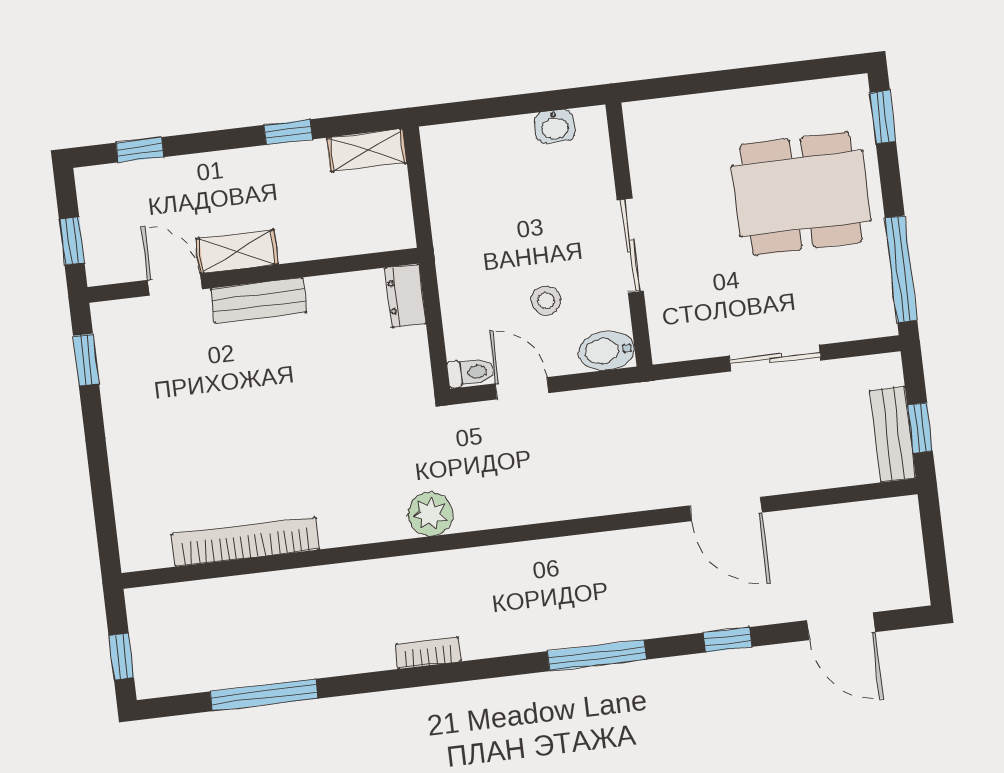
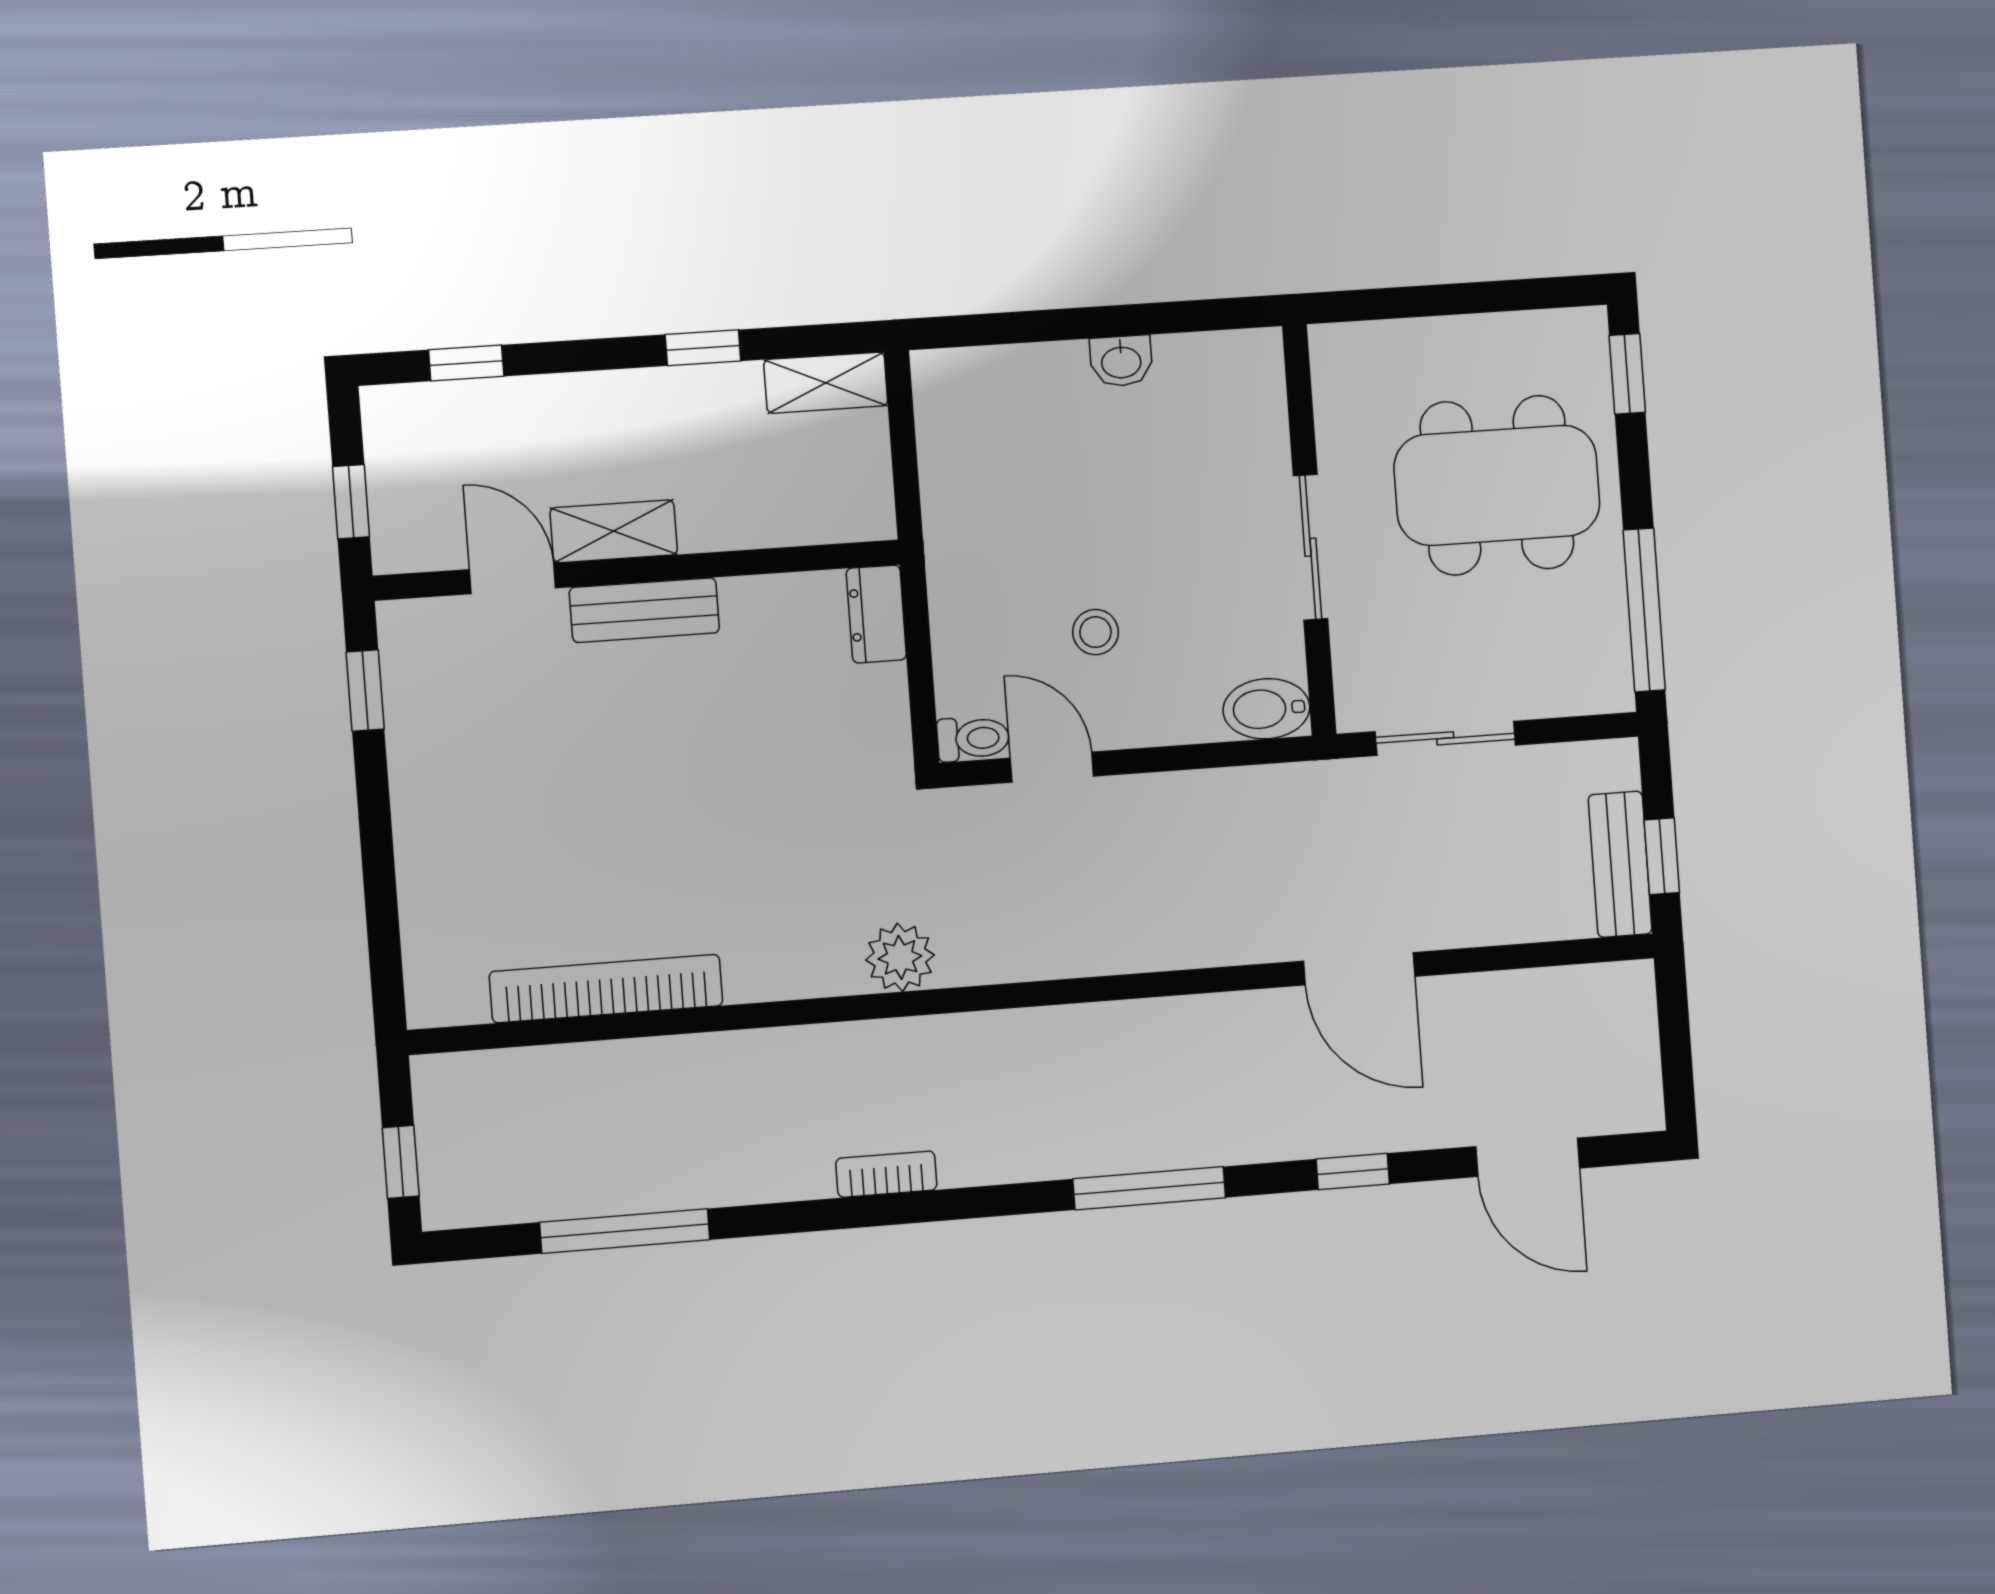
wall: (629, 235) -> (1309, 530), moved
sliding door: (630, 246) -> (1310, 547), moved
bidet: (607, 351) -> (1266, 709), moved

